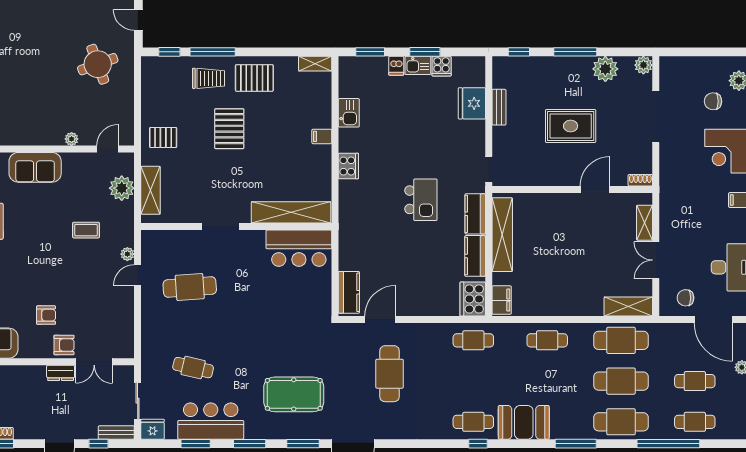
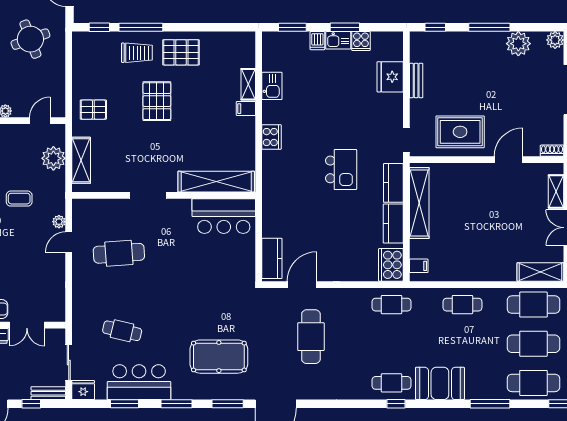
shelving: (315, 64) -> (248, 84), moved, turned 90
rug: (571, 126) -> (460, 132), moved
filing cabinet: (502, 300) -> (419, 266), width x0.50

